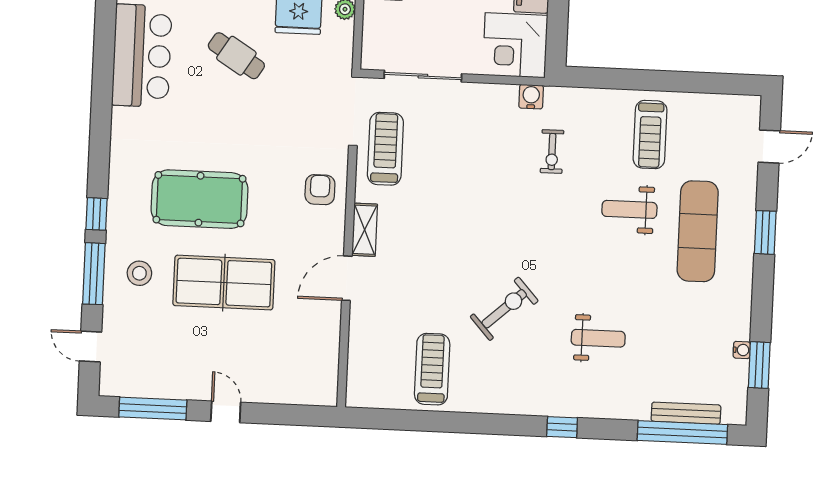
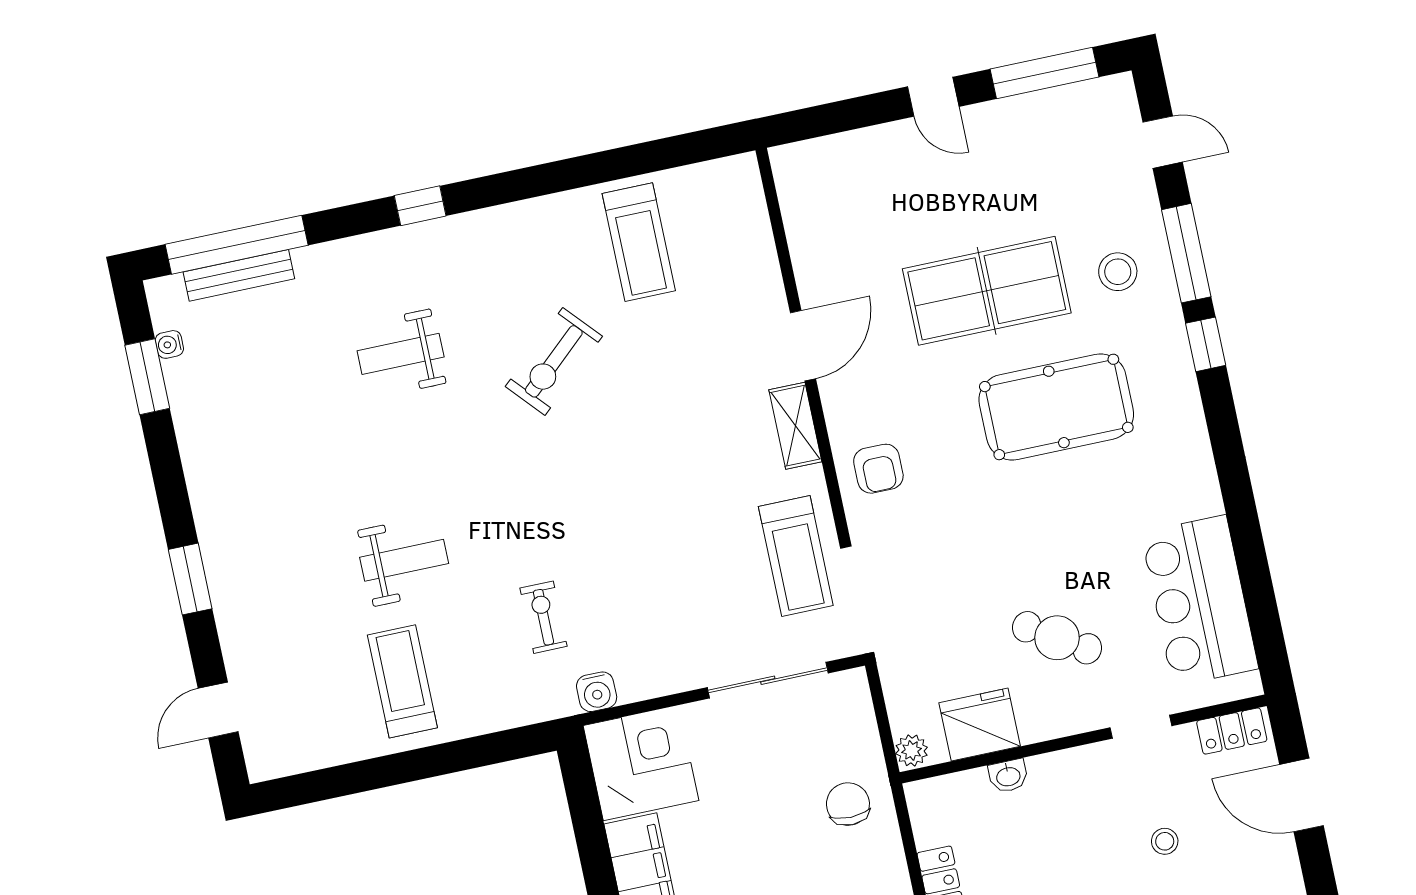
exercise mat: (698, 231) -> (293, 554), removed
water cooler: (742, 350) -> (169, 344), moved

